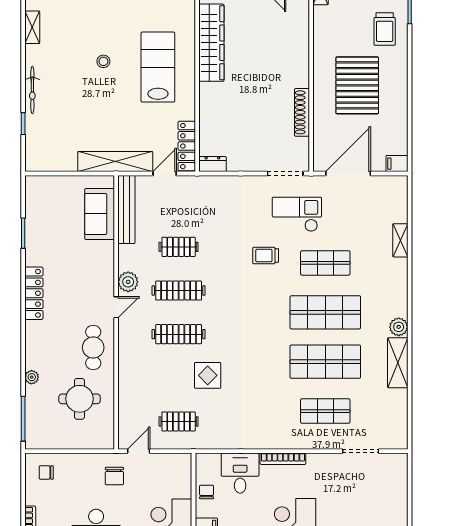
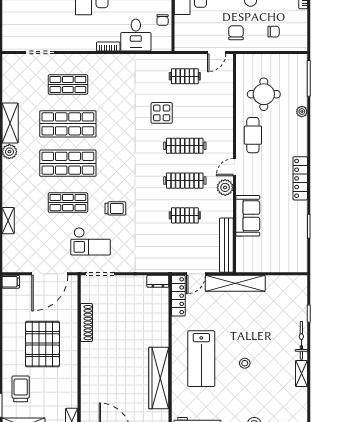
shelving: (32, 27) -> (301, 374), moved
sofa: (100, 214) -> (248, 216), moved
bookcase: (283, 459) -> (108, 46), width x0.64
chair: (46, 472) -> (274, 32), moved

